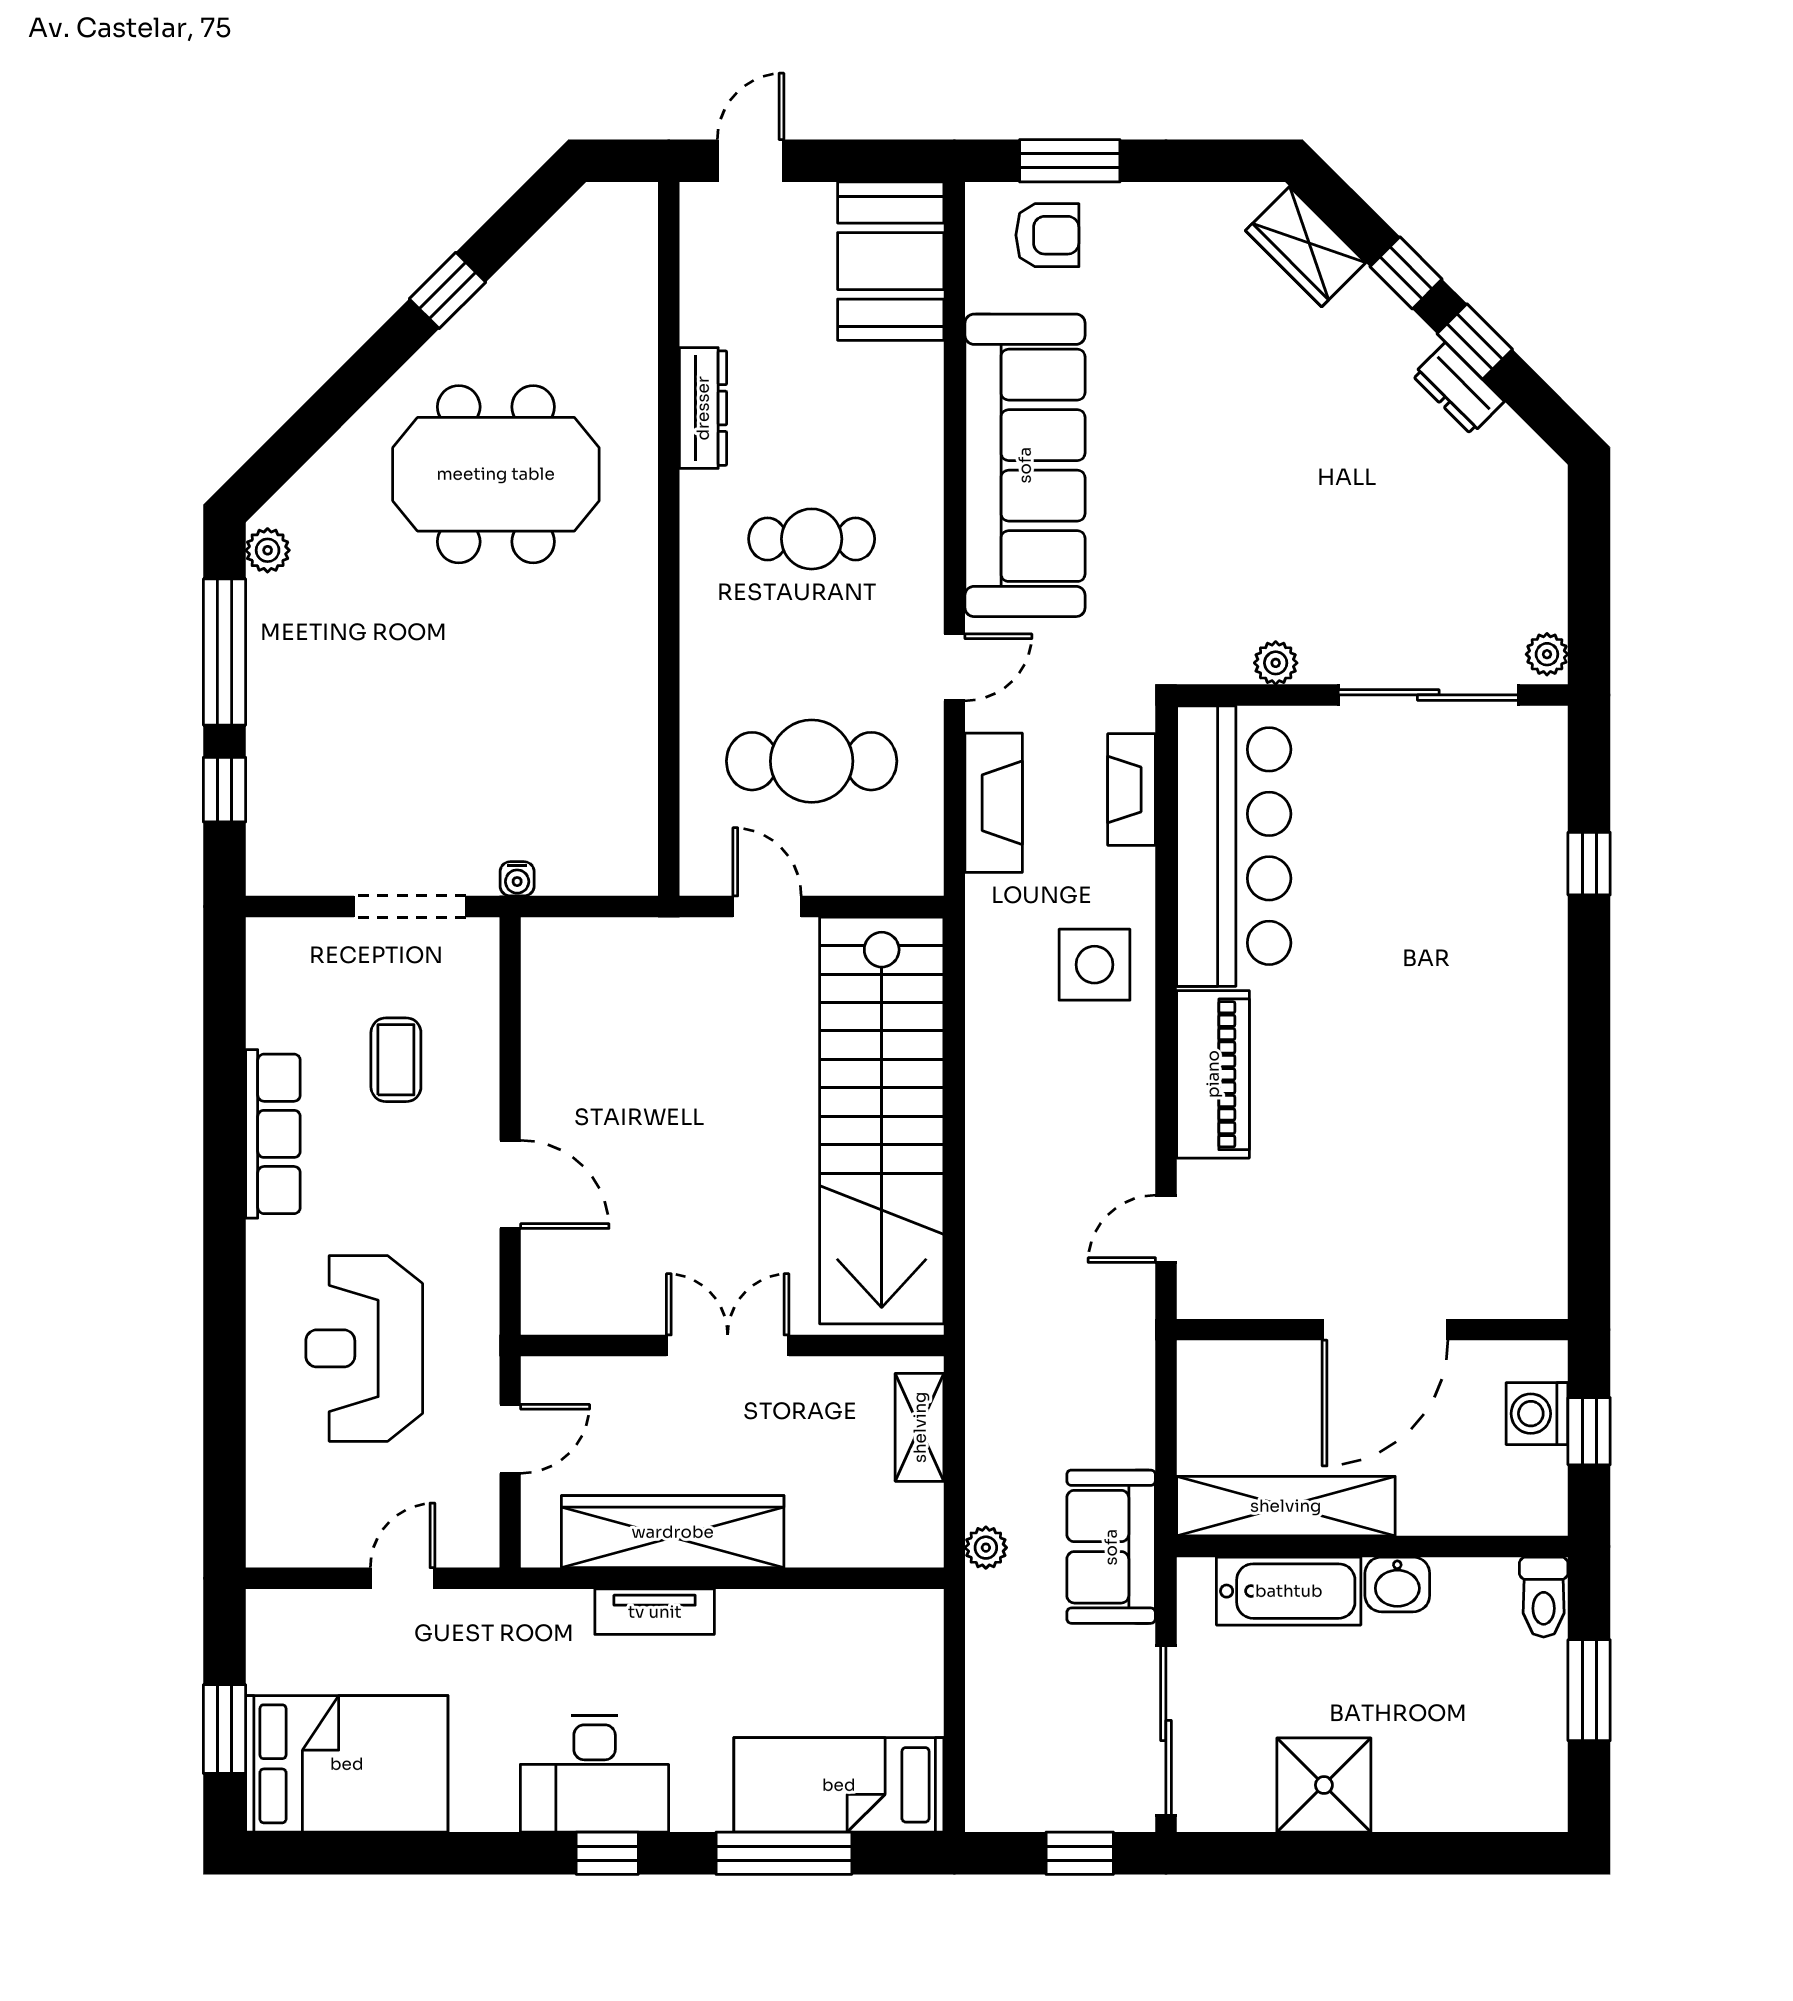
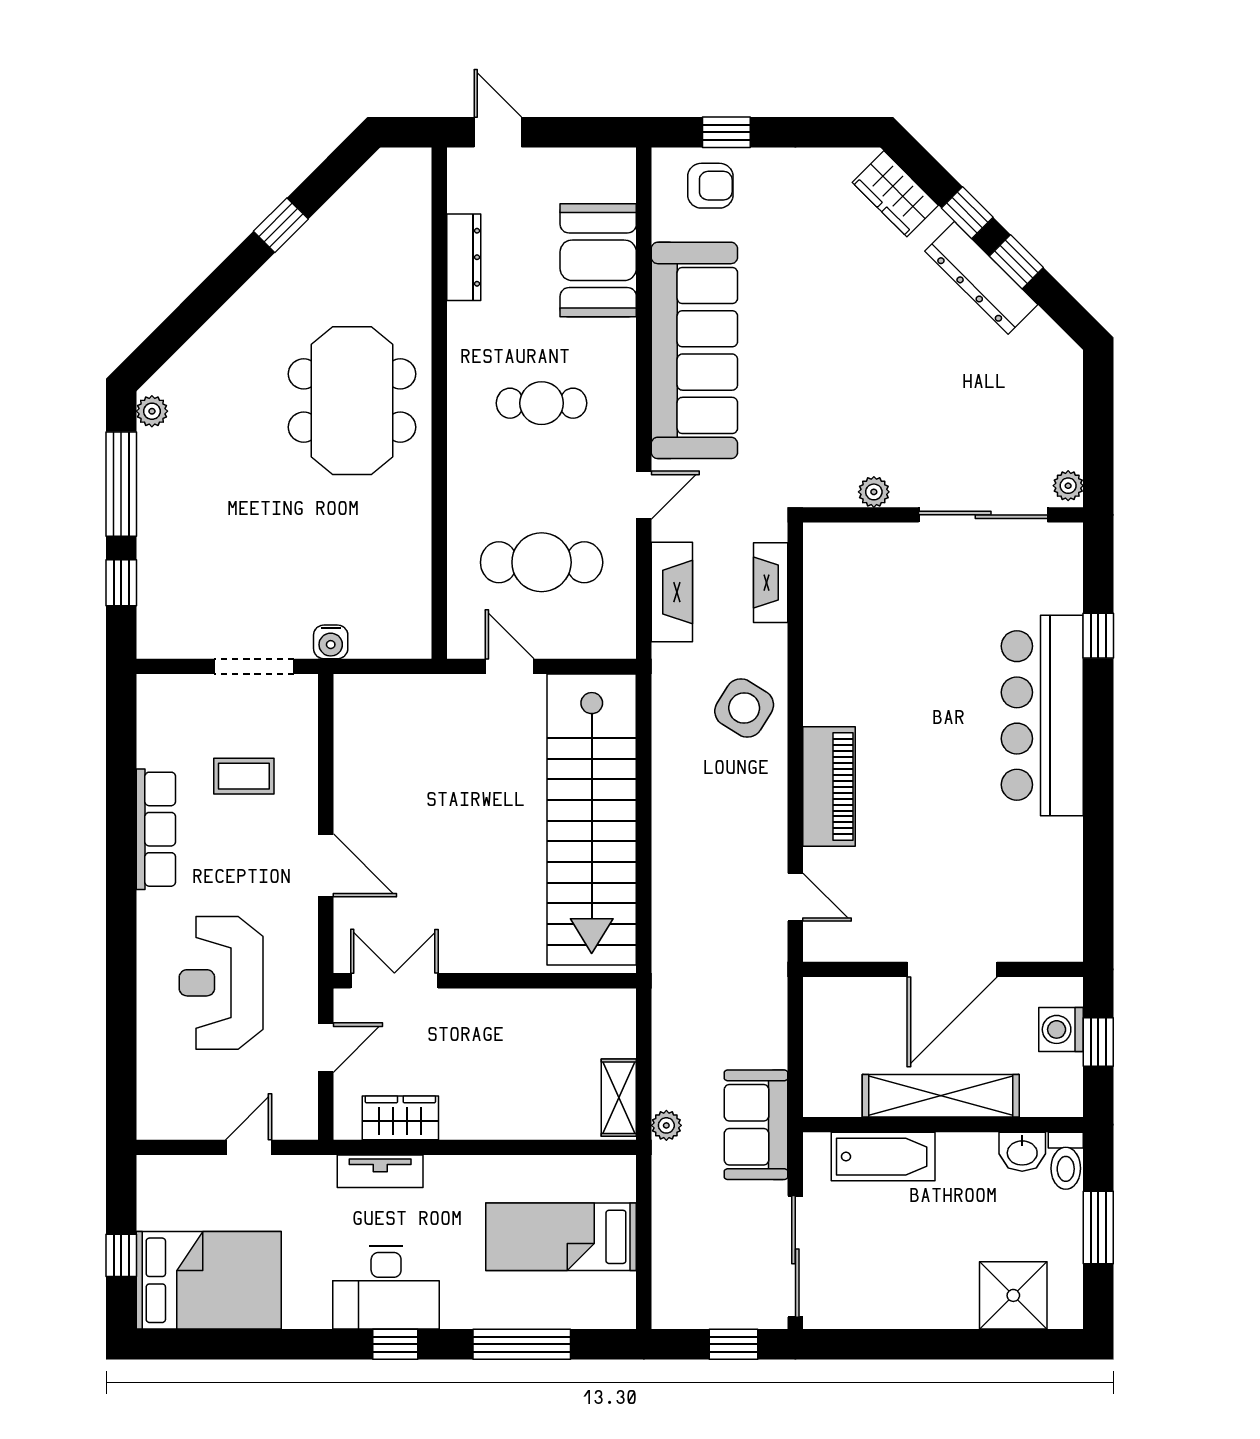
door: (751, 161) -> (498, 132), hinge flipped
window: (1070, 161) -> (726, 132), width x0.67
booth: (891, 261) -> (598, 260), moved
dresser: (1458, 388) -> (981, 278), width x1.96, depth x1.24
dresser: (703, 408) -> (464, 257), moved
meeting table: (496, 474) -> (352, 401), moved, turned 90
bar counter: (1234, 846) -> (1042, 715), moved, turned 180
water cooler: (517, 879) -> (331, 642), width x1.38, depth x1.38
side table: (1095, 965) -> (744, 708), turned 32
coffee table: (396, 1060) -> (244, 776), turned 90
door: (1166, 1229) -> (795, 897), swing flipped
double door: (728, 1346) -> (394, 981), moved
shelving: (920, 1427) -> (619, 1098), moved
shelving: (1286, 1506) -> (941, 1096), moved
wardrobe: (673, 1532) -> (400, 1118), width x0.48, depth x0.85
washbasin: (1397, 1584) -> (1022, 1152), moved
tv unit: (655, 1612) -> (380, 1171), moved
window: (225, 1729) -> (121, 1255), width x0.67
bed: (839, 1785) -> (561, 1237), moved
shower: (1324, 1785) -> (1013, 1295), moved

